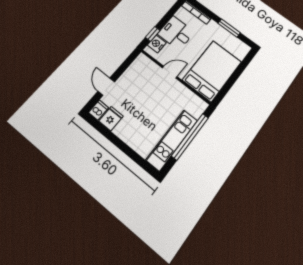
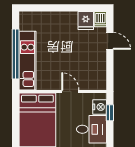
door: (170, 72) -> (70, 92), swing flipped
kitchen unit: (172, 140) -> (28, 61), moved

